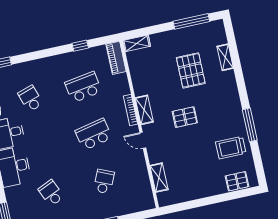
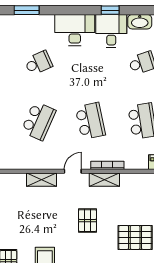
shelving: (159, 178) -> (41, 180), moved
school desk: (104, 181) -> (38, 121), width x1.85

